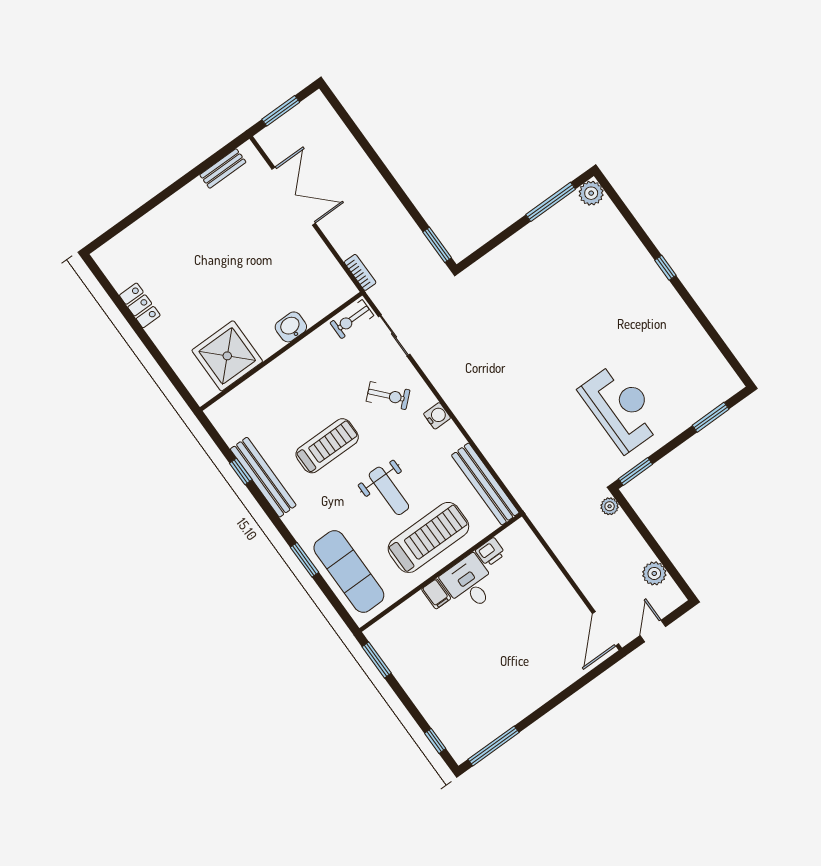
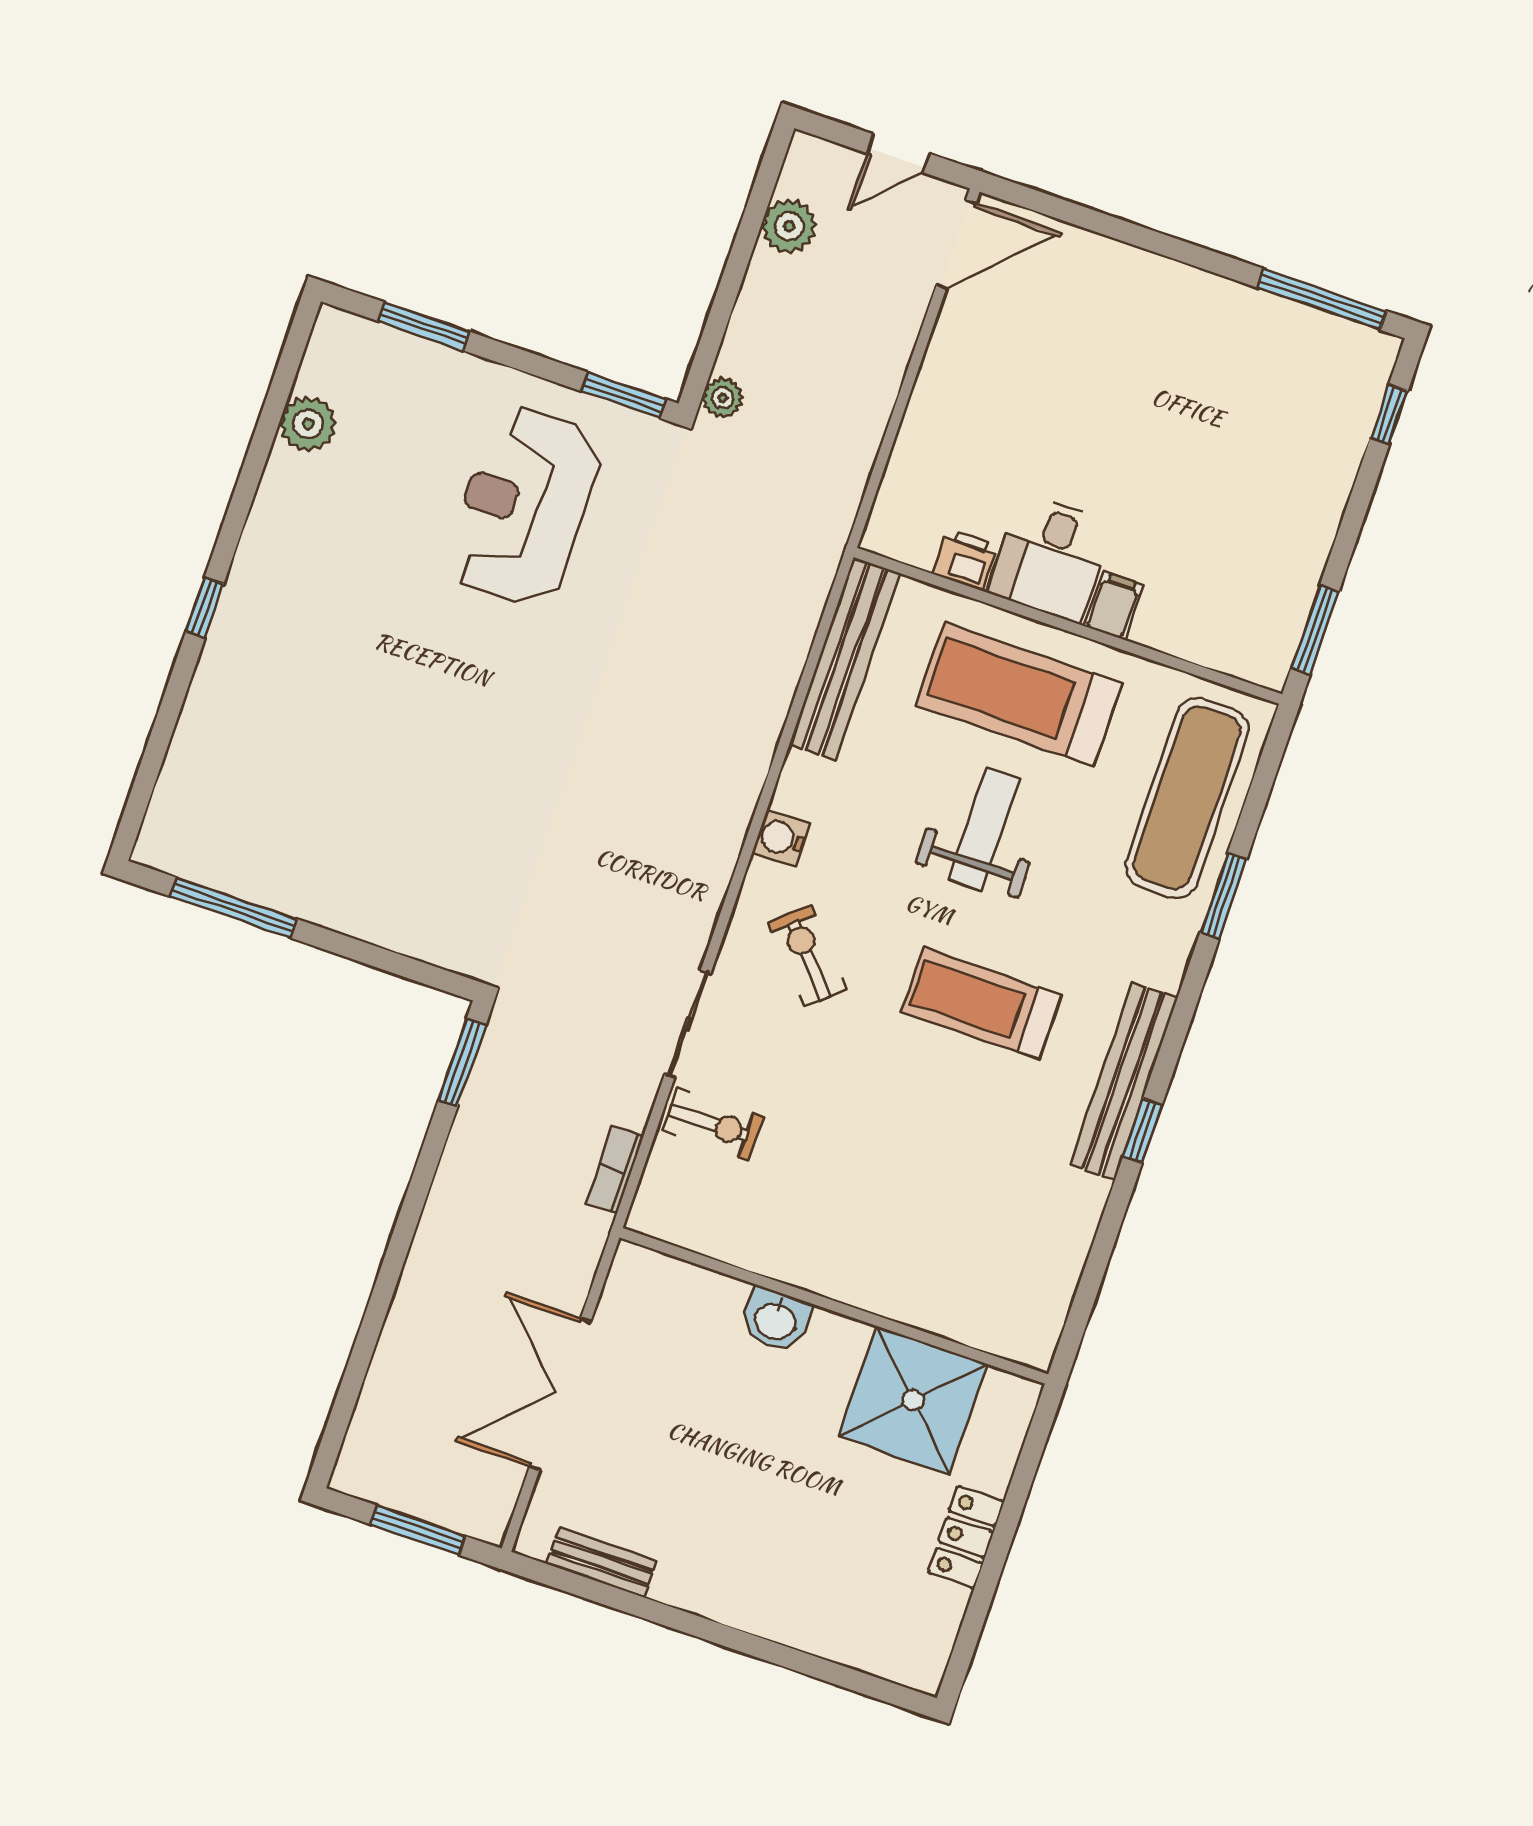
plant: (591, 193) -> (308, 424), moved
washbasin: (291, 327) -> (776, 1320), moved
wall: (281, 351) -> (834, 1306), moved
shower: (227, 356) -> (913, 1400), moved

